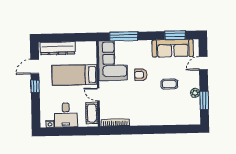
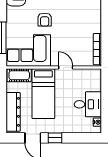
door: (98, 94) -> (66, 67), swing flipped
cot: (92, 113) -> (19, 75), moved

